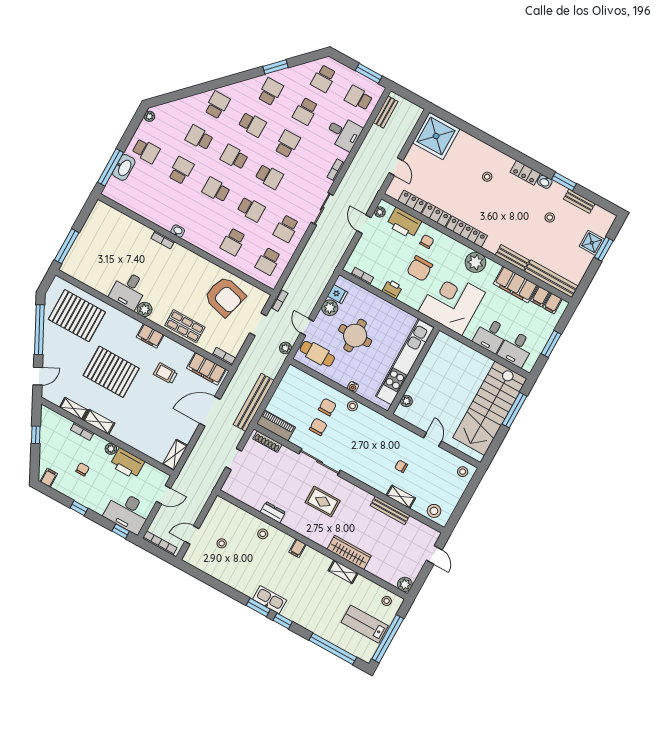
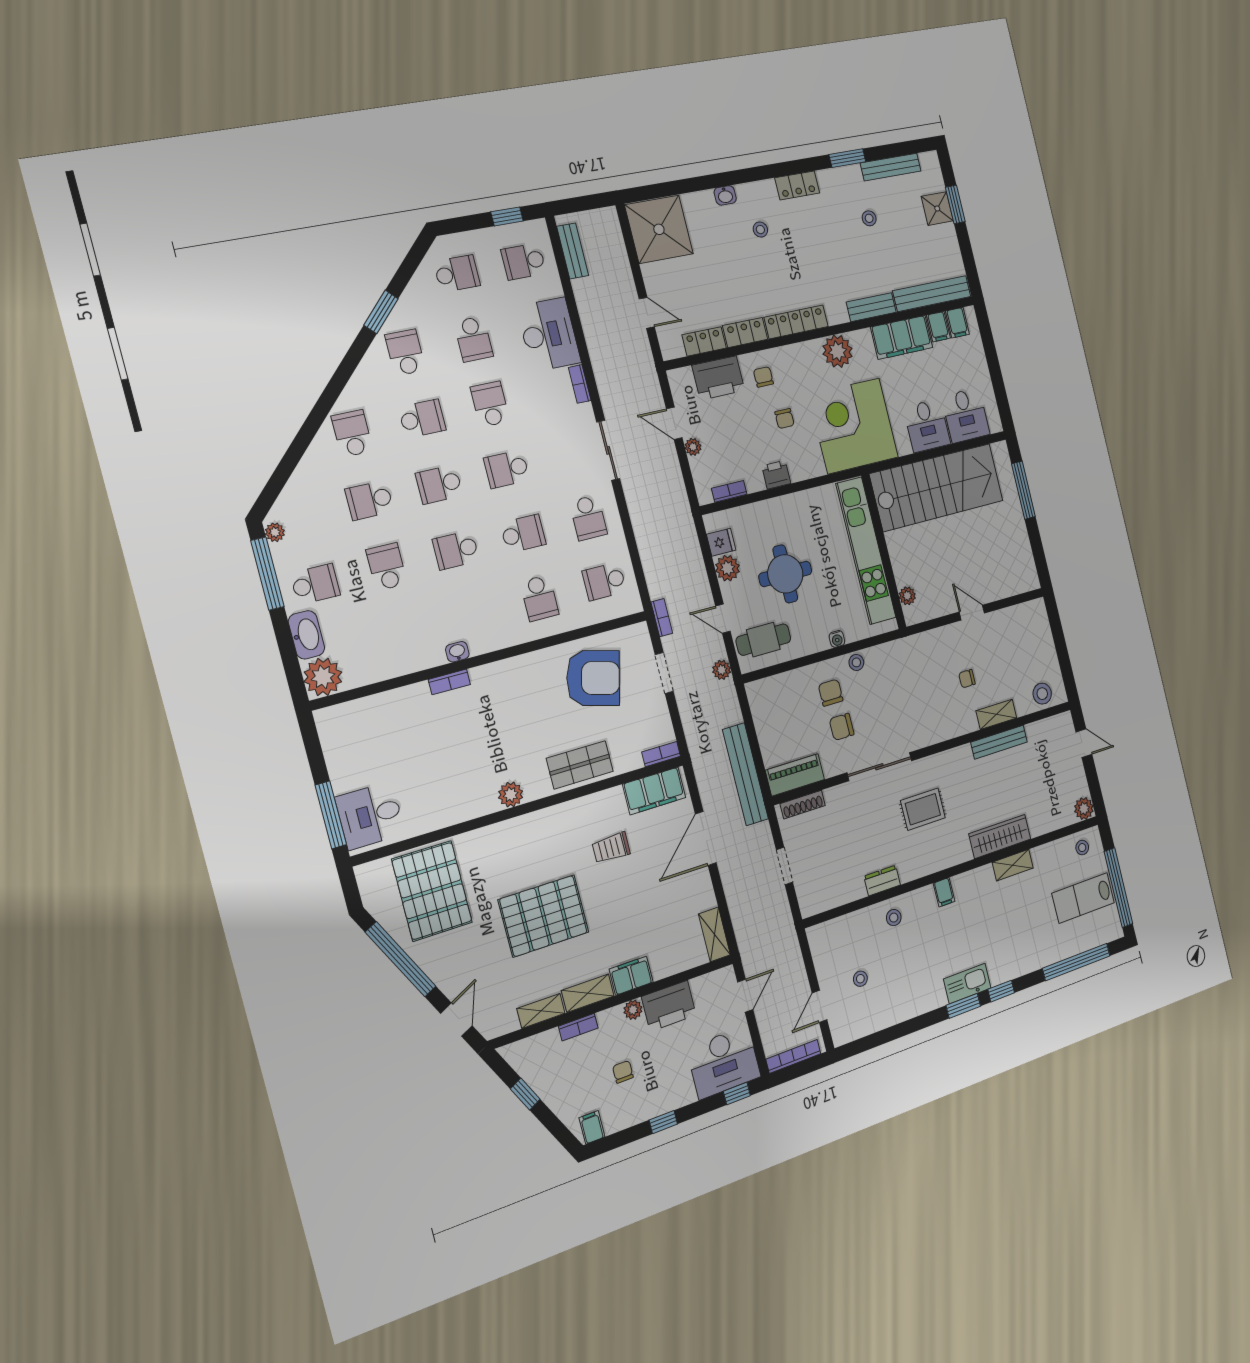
window: (369, 73) -> (507, 216), width x0.67
school desk: (324, 79) -> (457, 274), turned -90
desk: (344, 133) -> (549, 335), width x1.37
window: (110, 167) -> (267, 574), moved
school desk: (269, 177) -> (507, 469), turned 180
washbasin: (545, 182) -> (725, 195), moved
plant: (115, 190) -> (323, 677), added
bench: (579, 201) -> (891, 167), width x1.36
plant: (380, 212) -> (693, 447), moved
school desk: (268, 261) -> (604, 581), turned 90
chair: (420, 269) -> (784, 419), width x0.54, depth x0.54
desk: (129, 290) -> (370, 816), moved, turned 90
pallet: (77, 316) -> (432, 891), turned 90
filing cabinet: (150, 336) -> (631, 976), moved, turned 180
window: (551, 344) -> (996, 373), removed
stairs: (490, 408) -> (937, 487), moved, turned -90
chair: (318, 427) -> (842, 727), turned -90
stool: (463, 472) -> (1032, 617), removed

